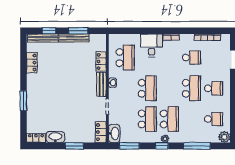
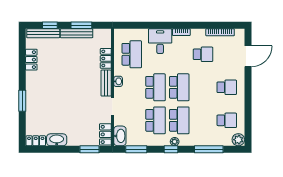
school desk: (191, 88) -> (179, 87), moved
window: (74, 146) -> (90, 149), moved

